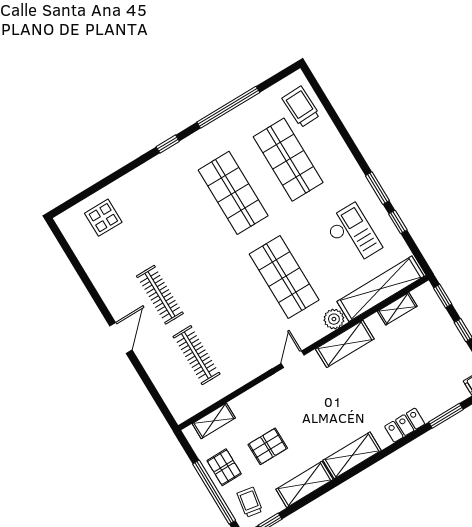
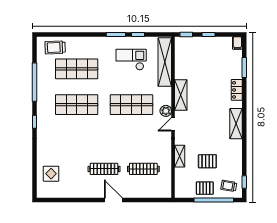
shelving: (397, 309) -> (179, 60), removed
plant: (334, 319) -> (166, 111), moved
door: (293, 359) -> (173, 124), hinge flipped
shelving: (214, 421) -> (180, 156), moved
pallet: (268, 446) -> (207, 161), turned 90
shelving: (304, 484) -> (236, 155), removed

